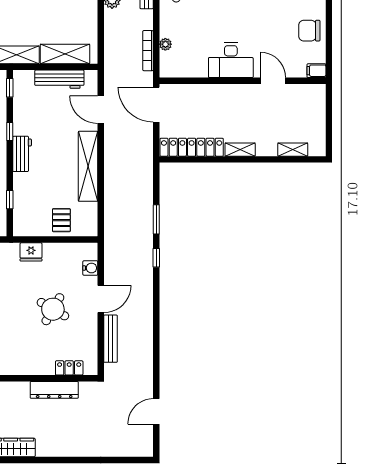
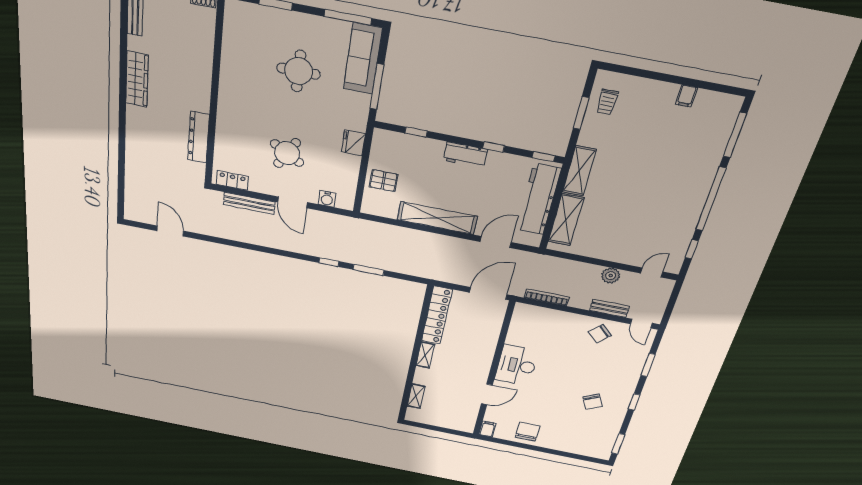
plant: (165, 44) -> (549, 314), removed
workbench: (59, 79) -> (539, 199), width x1.36, depth x1.32
locker: (69, 368) -> (232, 180), moved, turned -90

